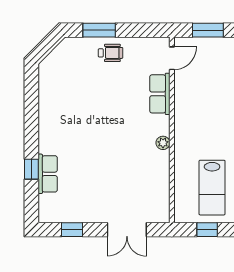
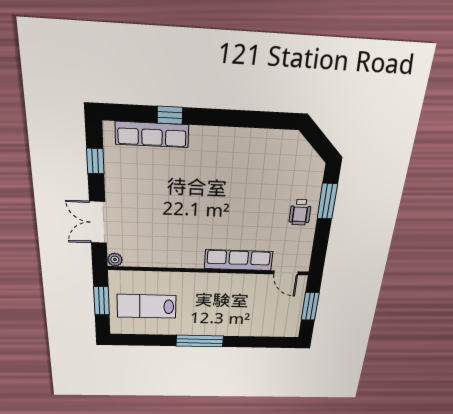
row of seats: (160, 94) -> (239, 260), width x1.48
plant: (163, 143) -> (115, 260), moved
row of seats: (48, 174) -> (152, 135), width x1.48
window: (207, 230) -> (101, 301), width x1.50

